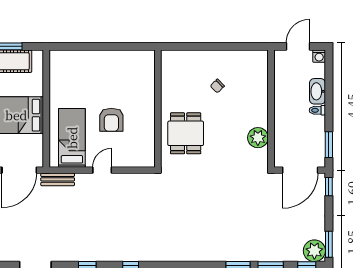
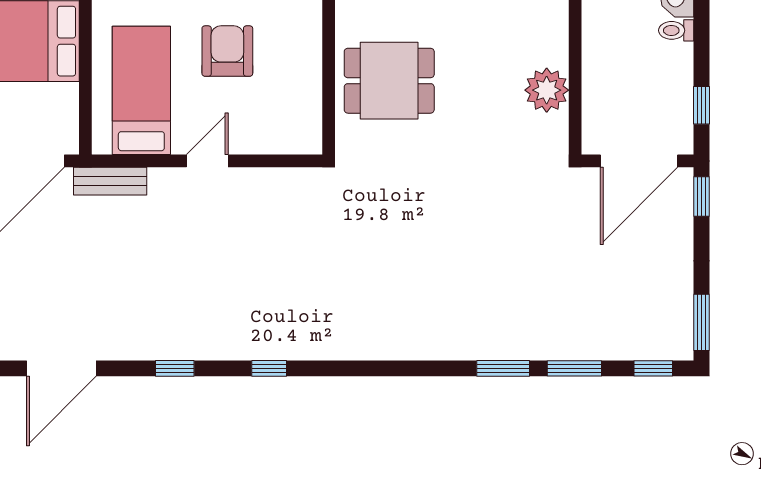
armchair: (111, 120) -> (227, 51), turned 180
dining table: (186, 133) -> (389, 81), turned 90
window: (329, 145) -> (701, 105), width x0.67
plant: (314, 251) -> (670, 337), removed

